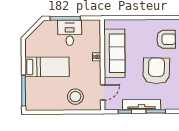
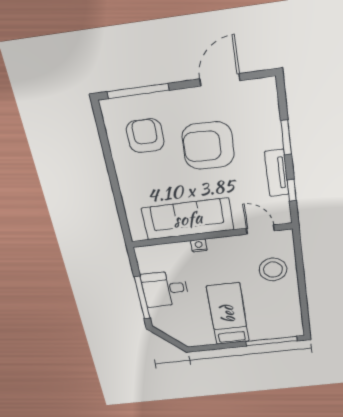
tv unit: (142, 105) -> (277, 173), width x0.71

